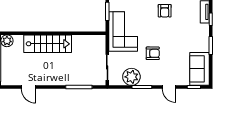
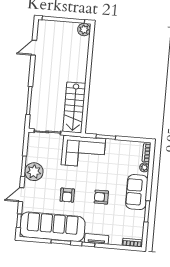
stairs: (48, 44) -> (74, 107), moved
armchair: (153, 53) -> (67, 195), moved
sofa: (200, 69) -> (52, 227), width x1.85, depth x1.27
plant: (131, 77) -> (34, 172), moved

